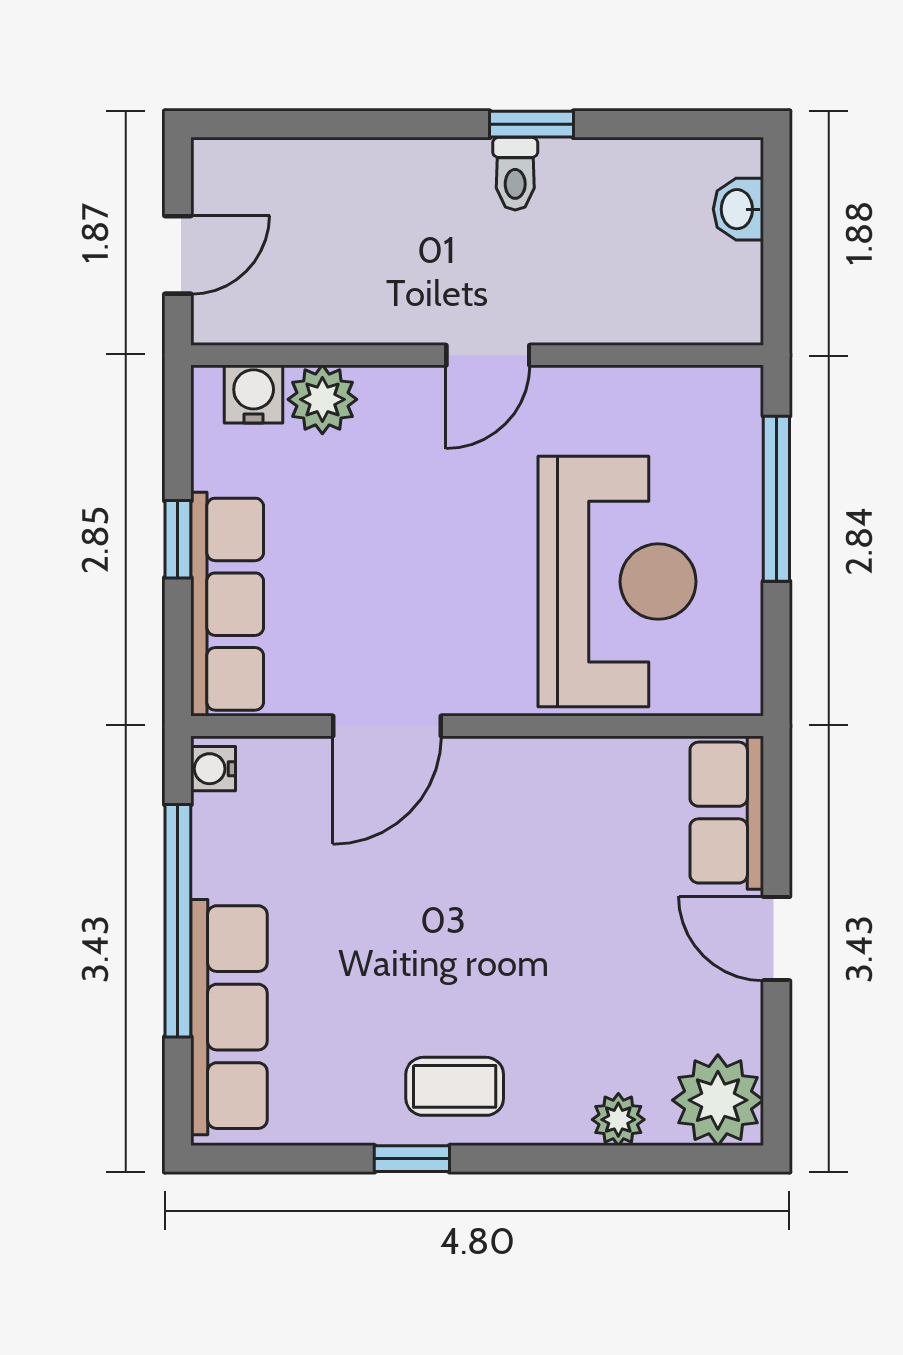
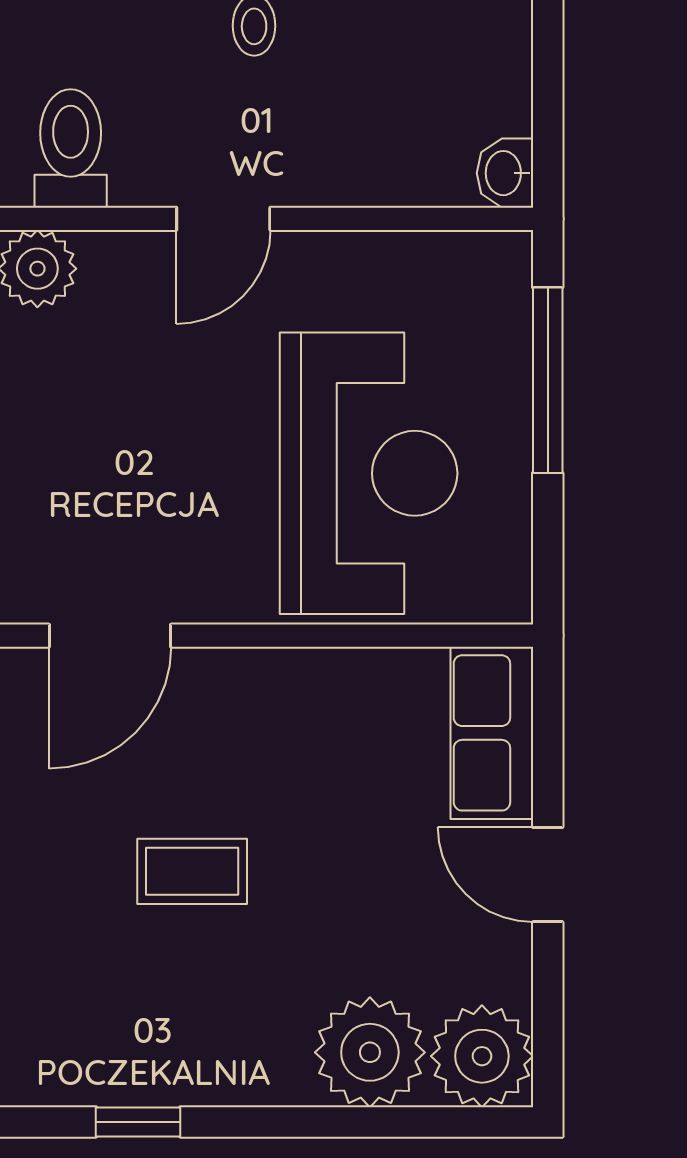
washbasin: (738, 209) -> (505, 173), moved
toilet: (352, 293) -> (71, 148), added
coffee table: (455, 1086) -> (192, 871), moved
plant: (618, 1120) -> (370, 1052), width x1.88, depth x1.88

